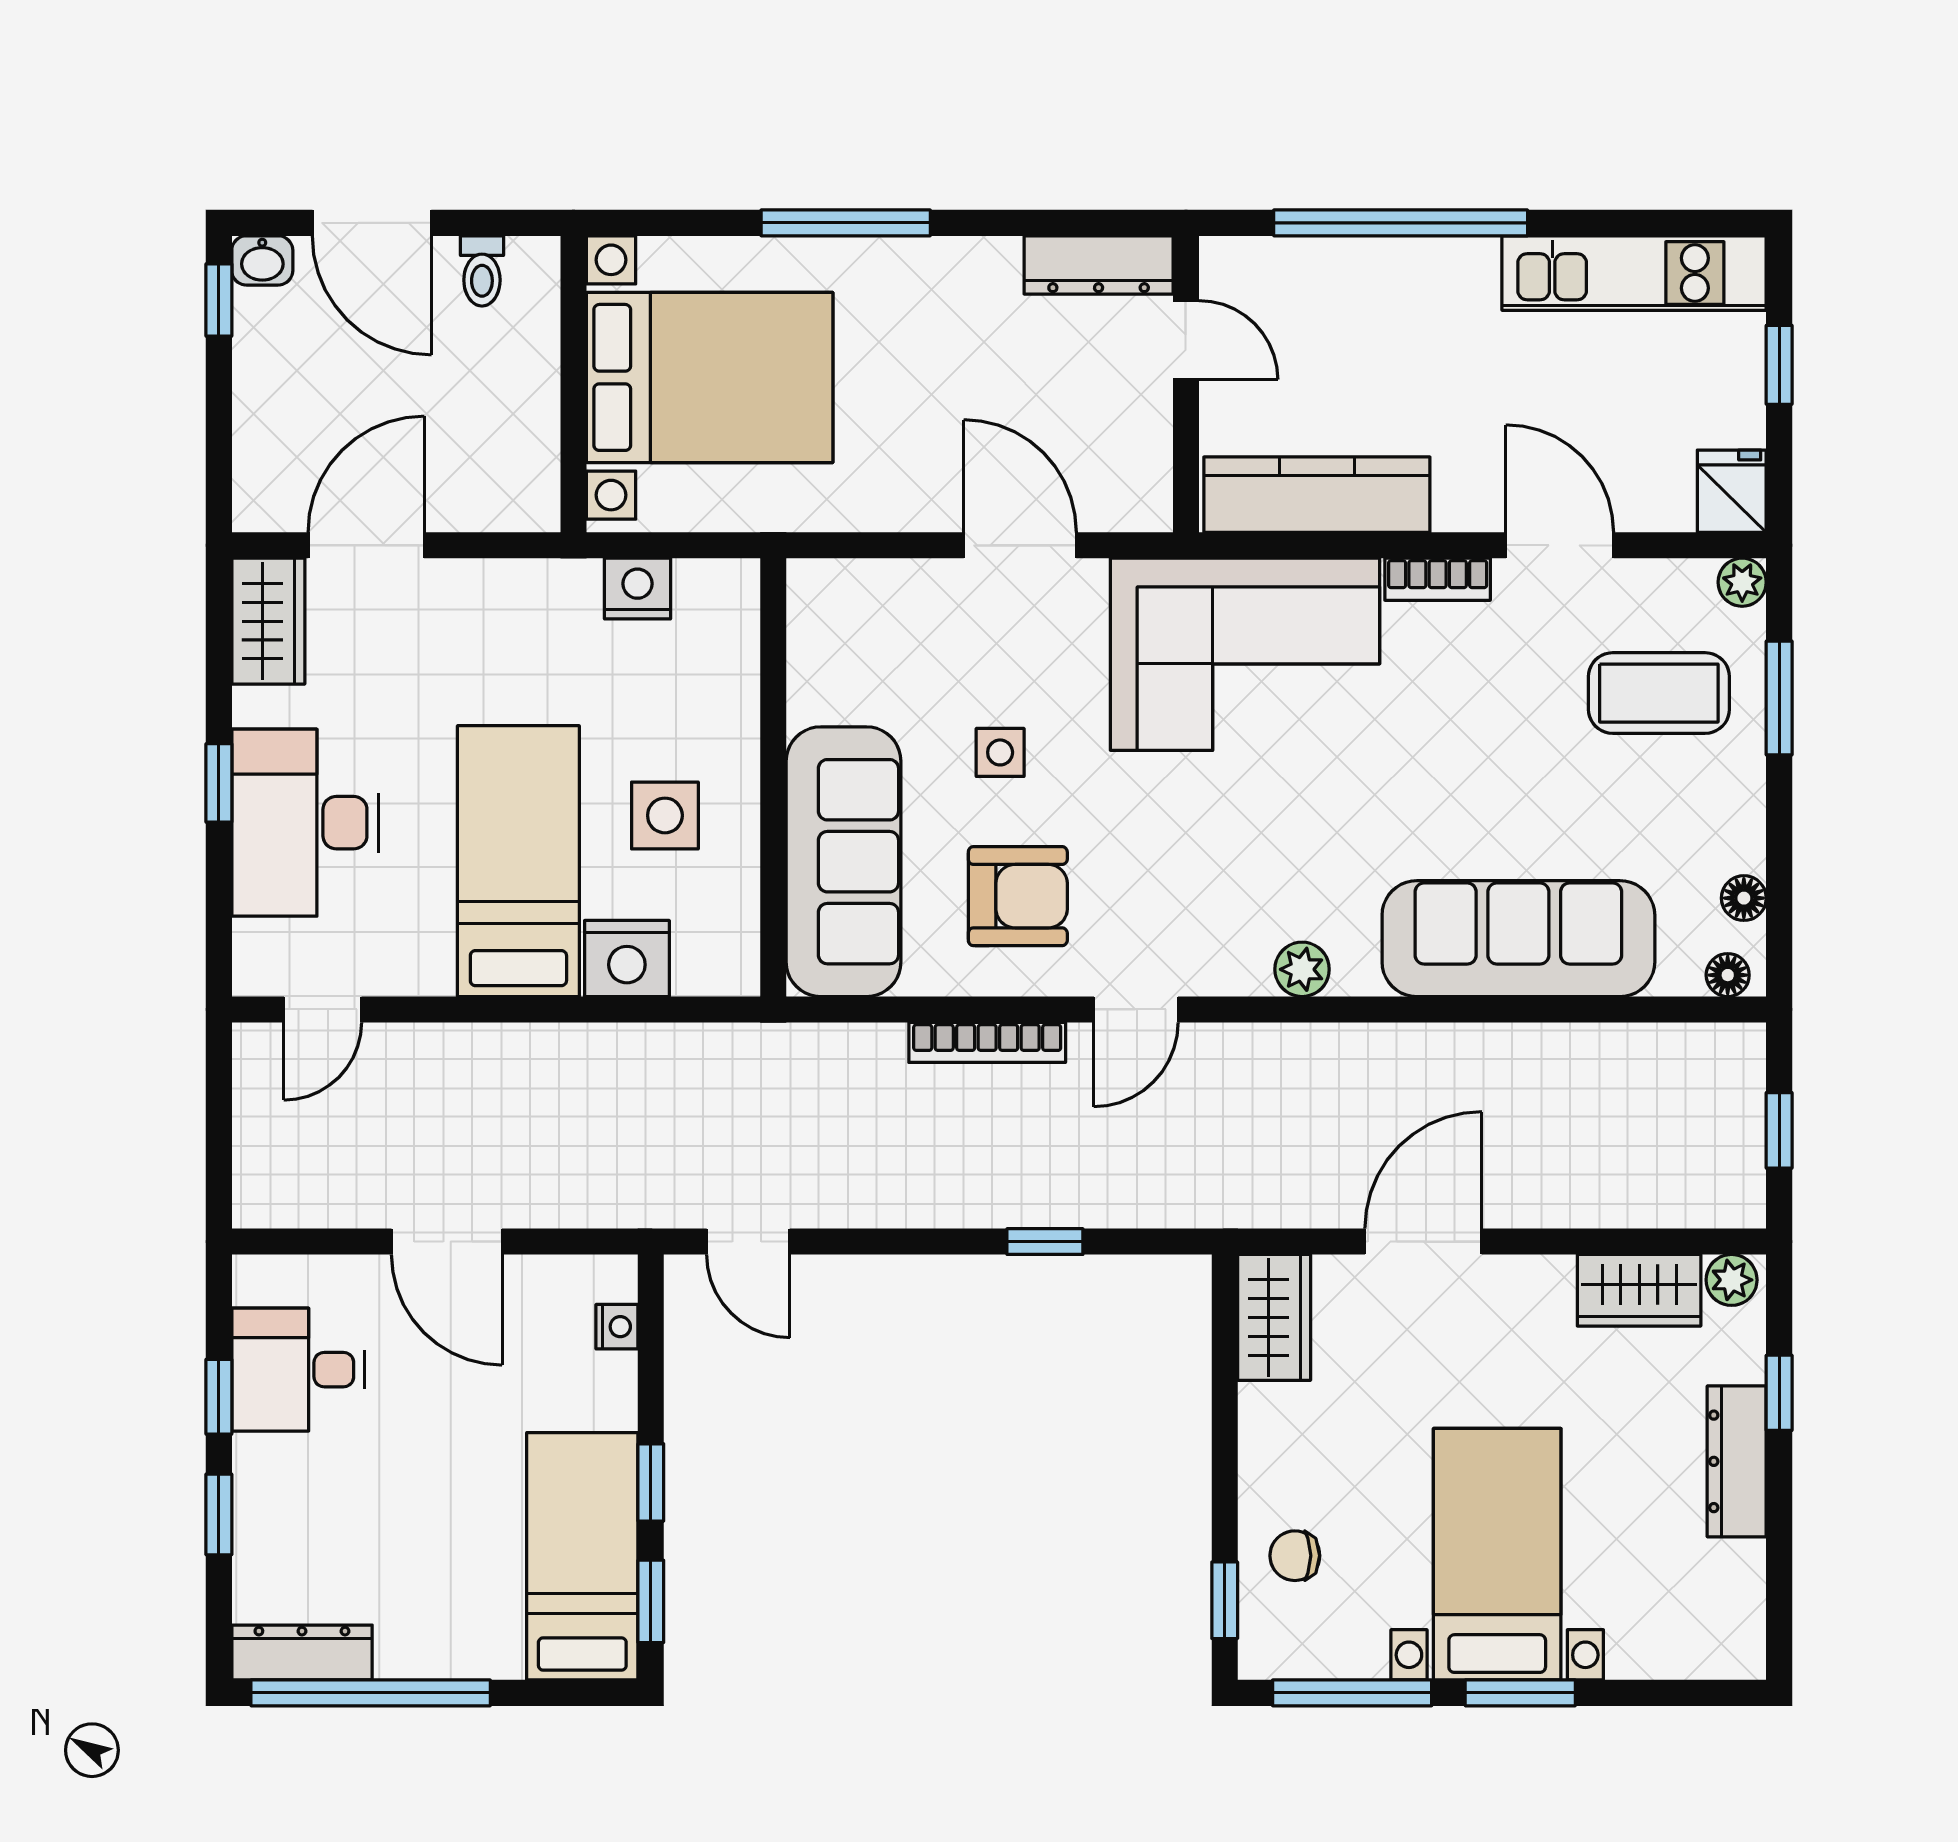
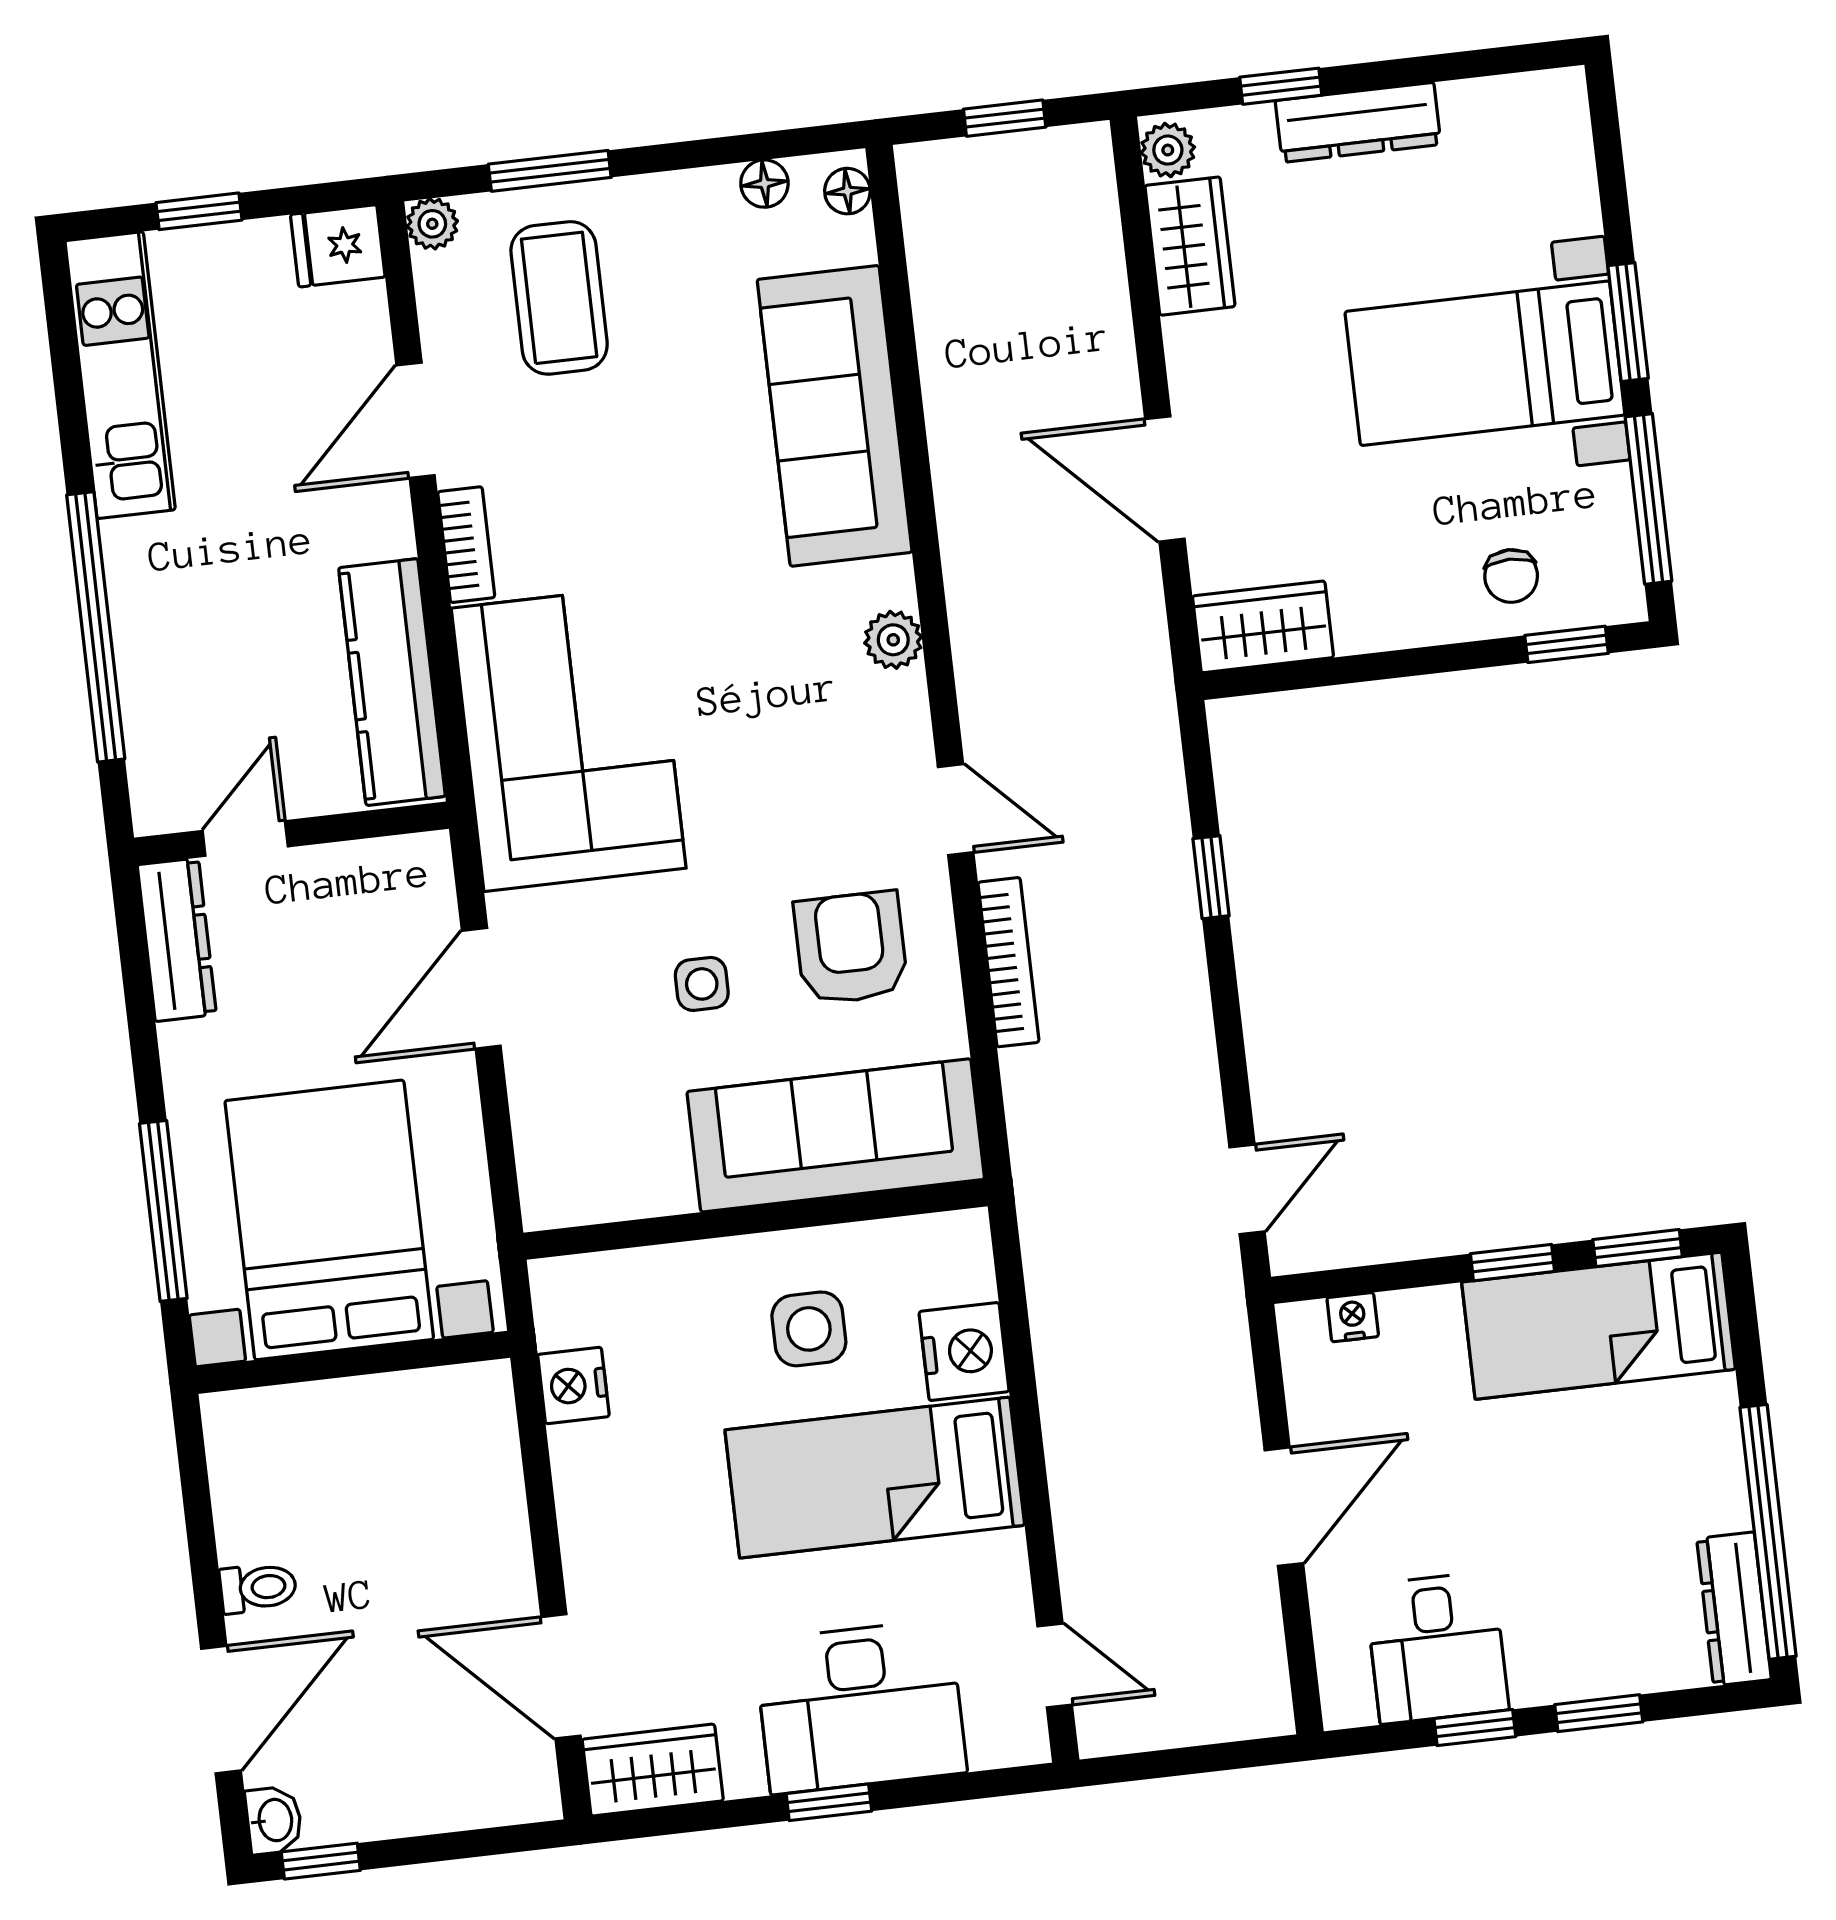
bed with nightstands: (710, 377) -> (329, 1220), moved
wall: (573, 384) -> (353, 1362), moved

